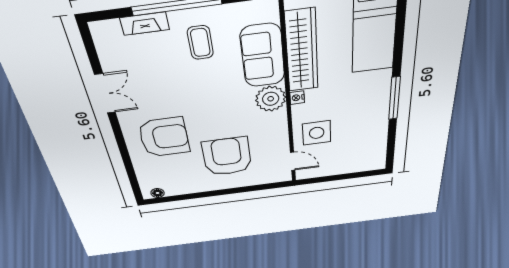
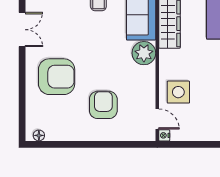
nightstand: (297, 98) -> (164, 135), moved
armchair: (227, 157) -> (103, 105), width x0.73, depth x0.73

